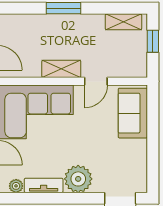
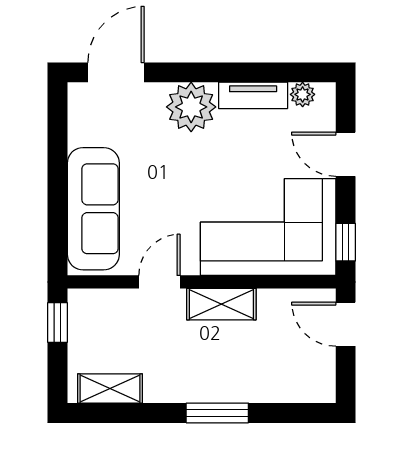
window: (153, 41) -> (57, 323), moved
sofa: (133, 113) -> (93, 209), width x1.36

